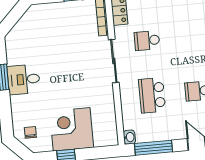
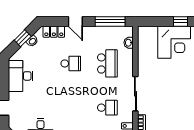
washbasin: (129, 137) -> (129, 43), moved

